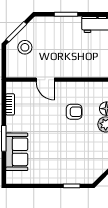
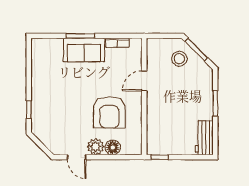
armchair: (74, 112) -> (109, 112), width x1.88, depth x1.88
sofa: (17, 152) -> (84, 50), moved

